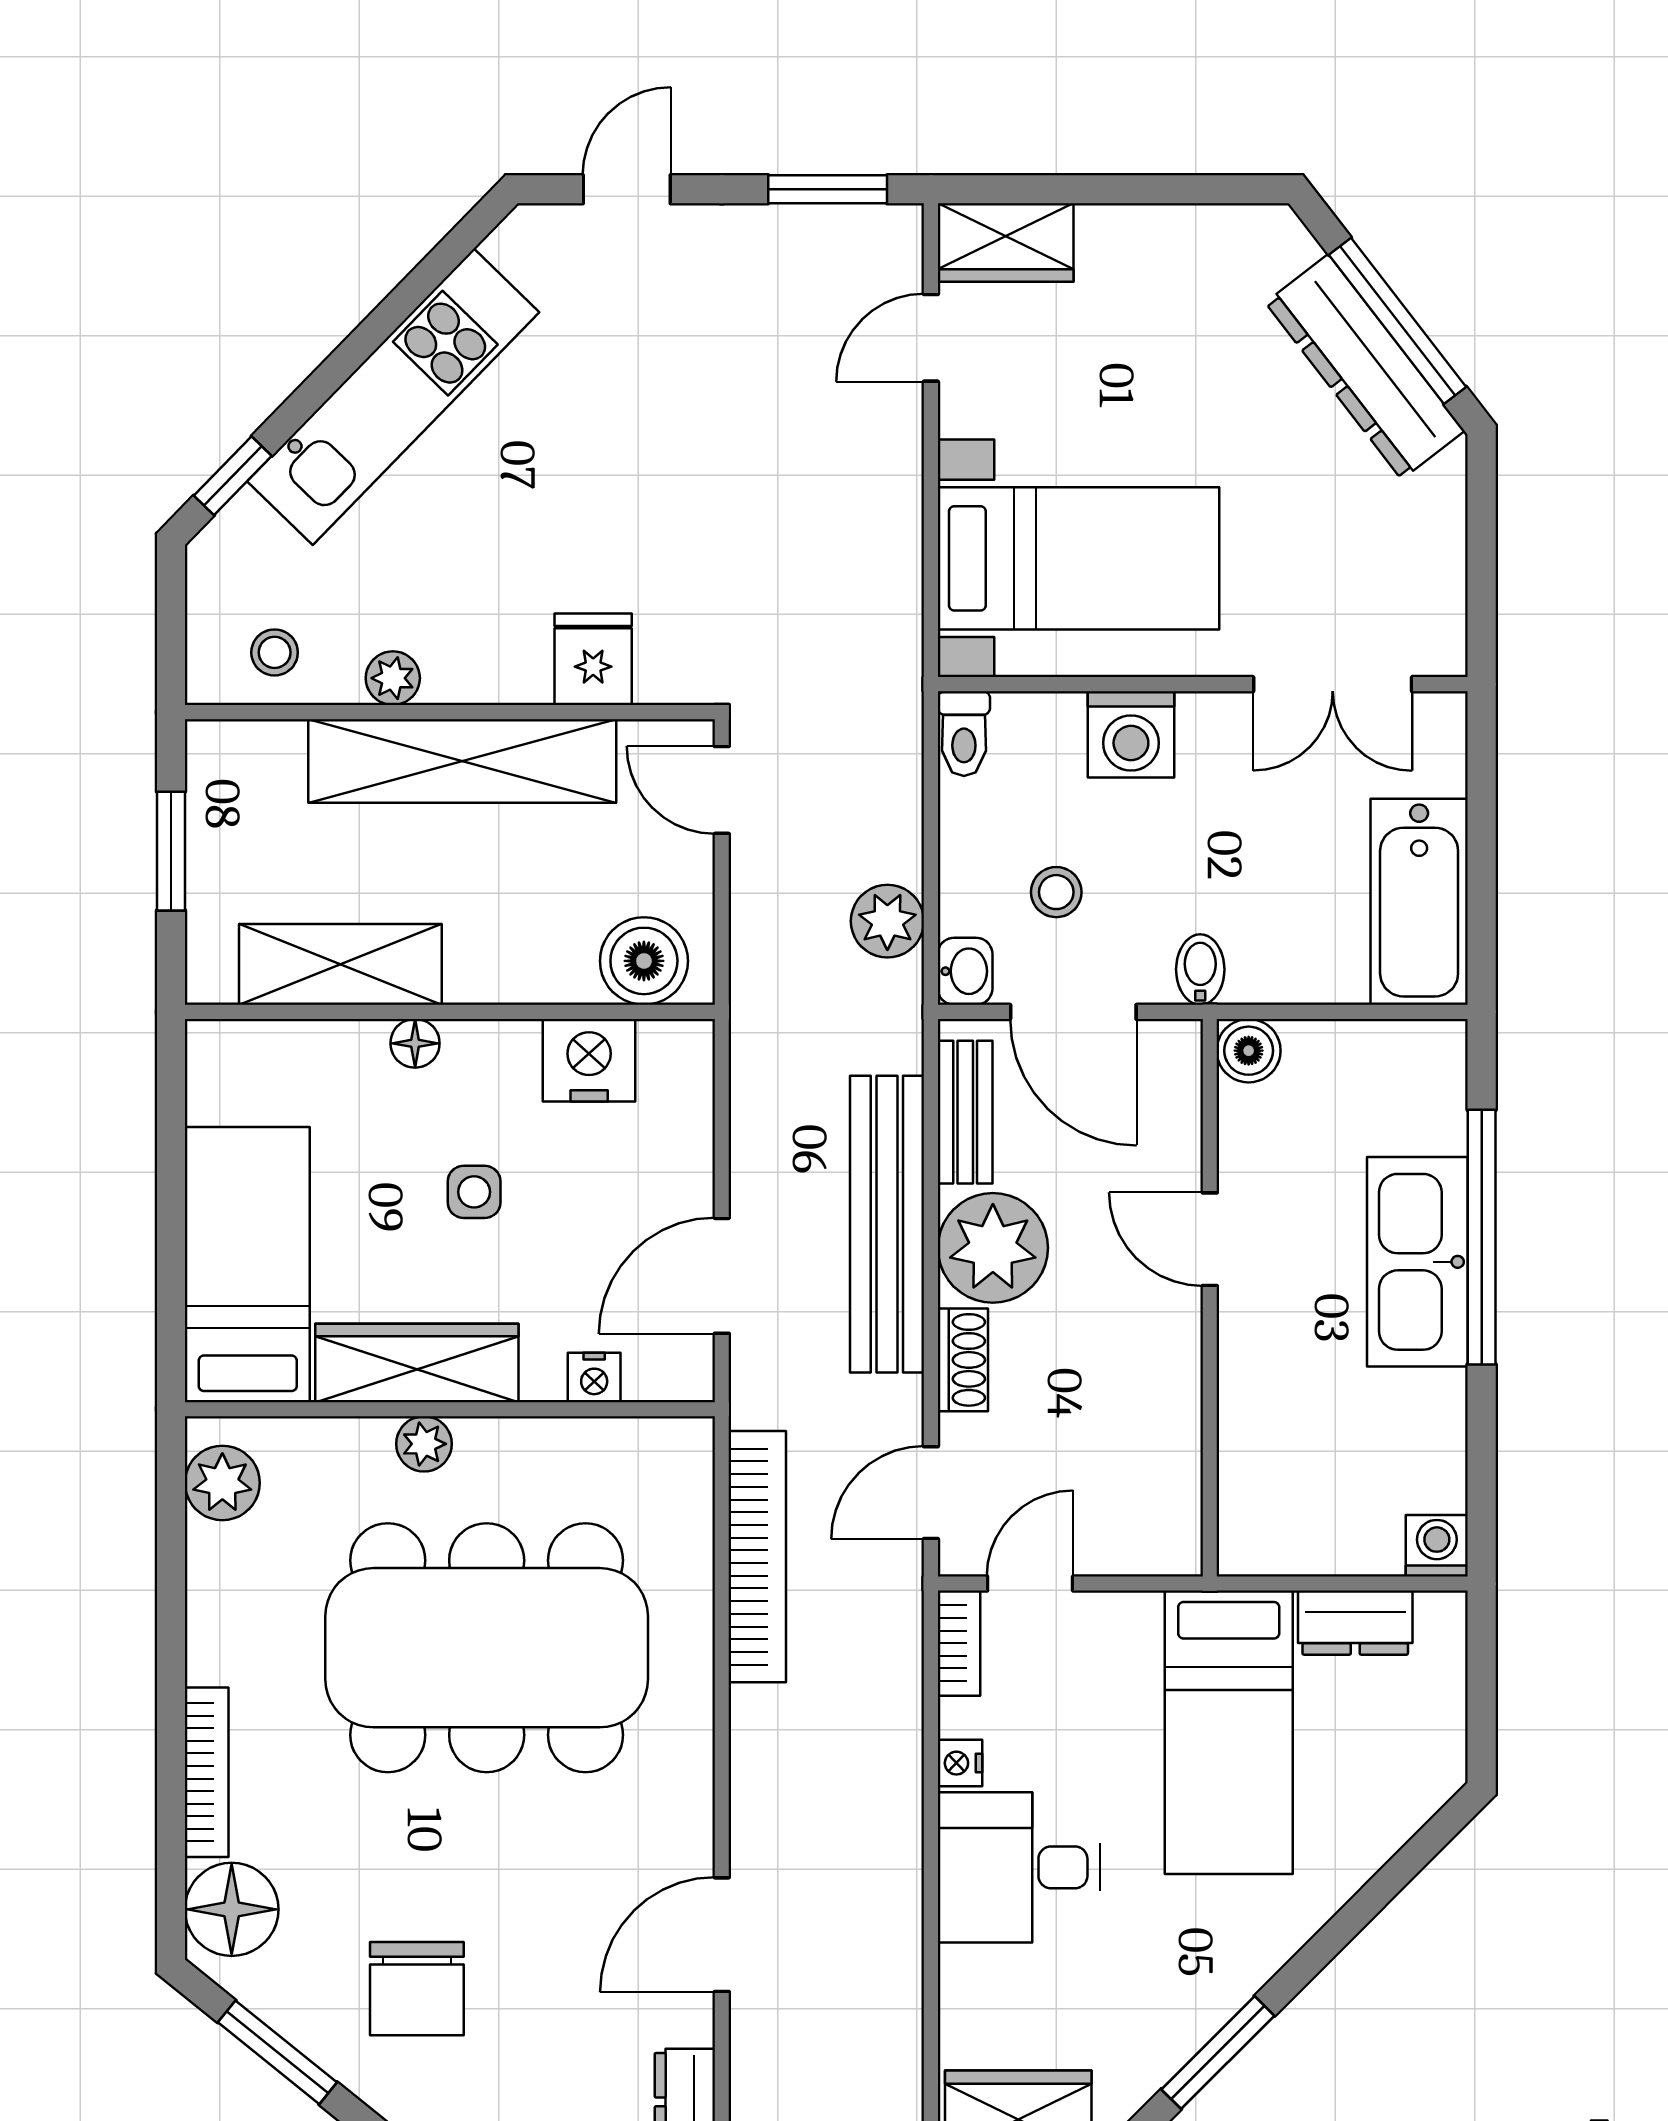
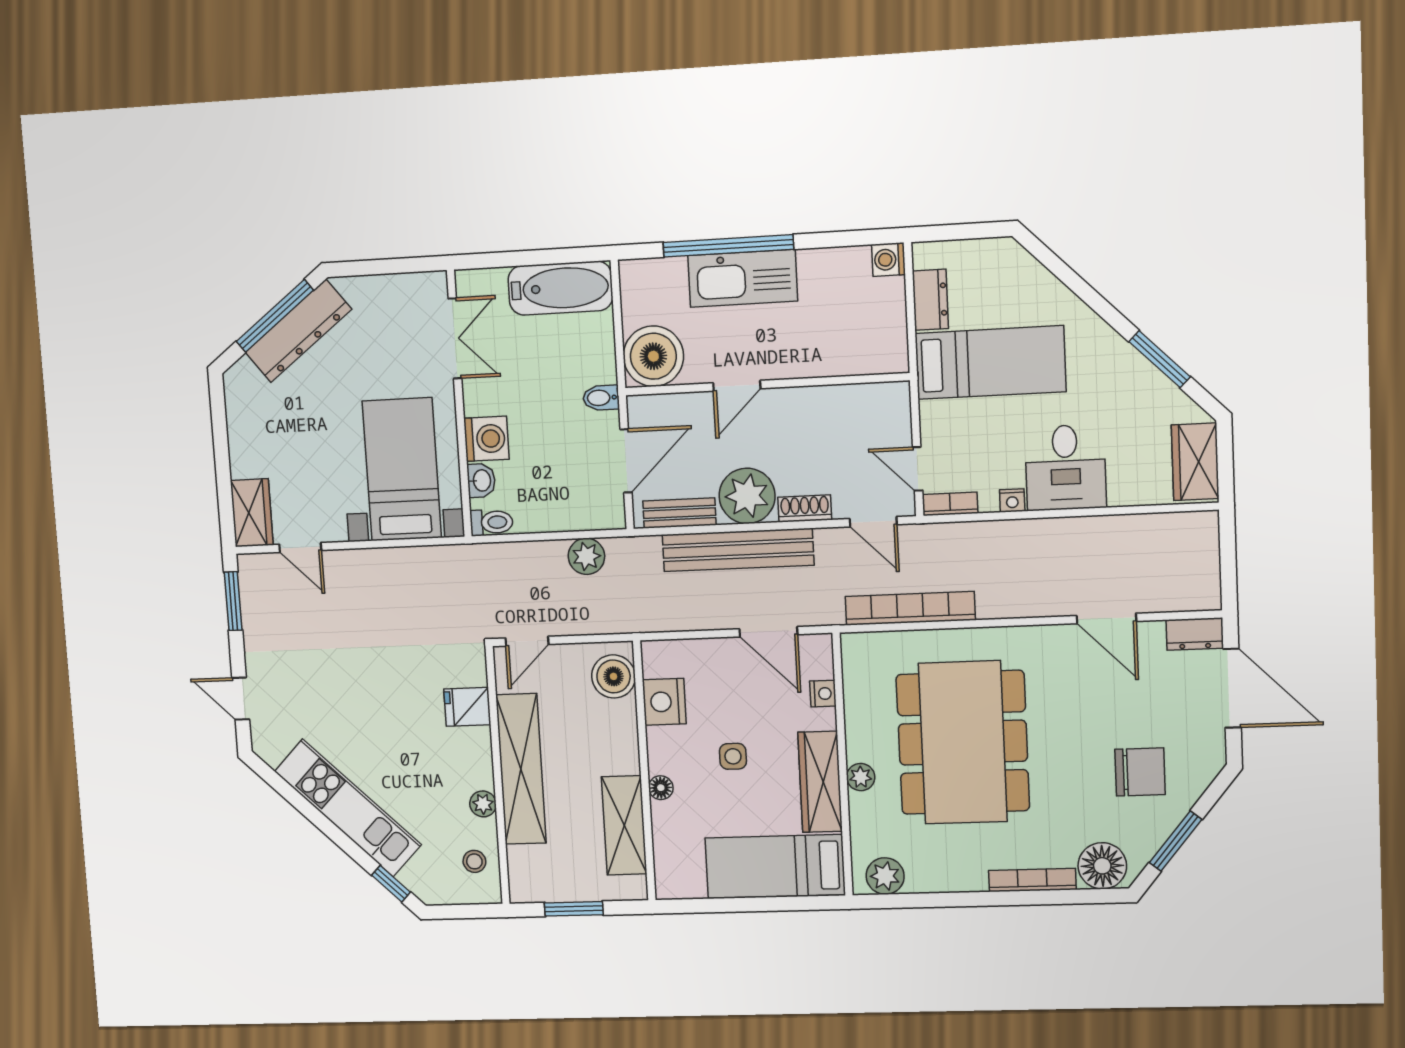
stool: (1056, 892) -> (567, 472), removed
washbasin: (965, 971) -> (481, 480), moved, turned 90
boiler: (1249, 1051) -> (653, 356), width x1.86, depth x1.86

